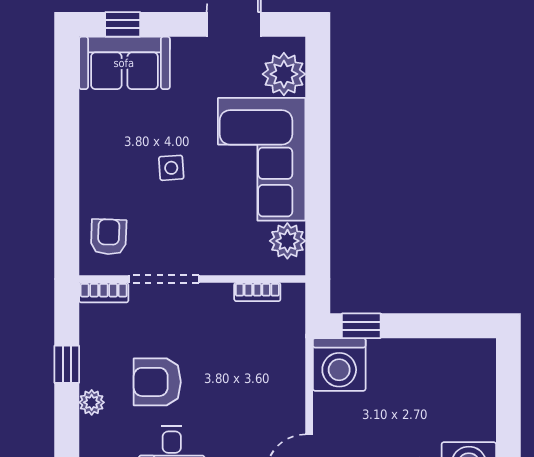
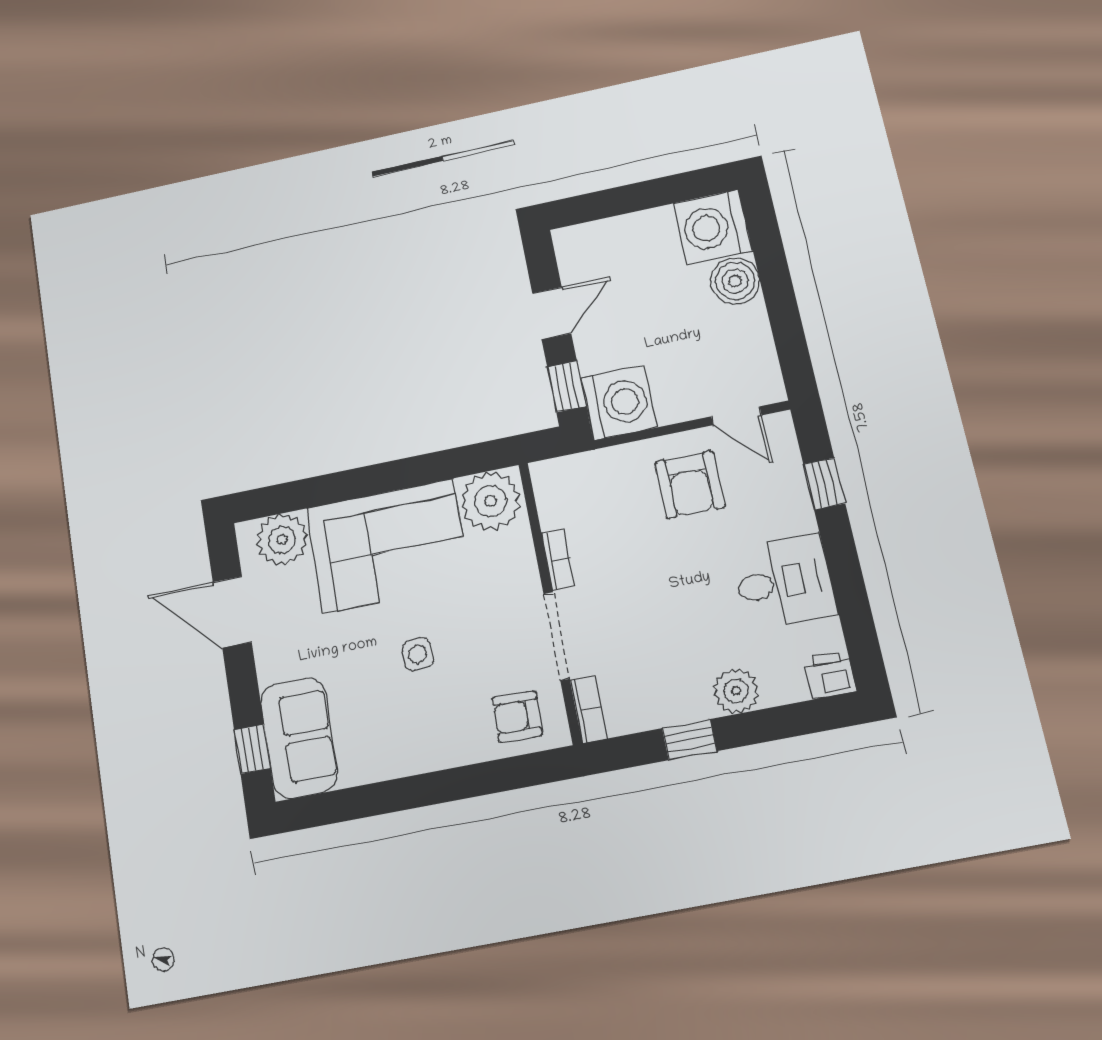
plant: (287, 241) -> (491, 501), width x1.36, depth x1.36
bookcase: (257, 292) -> (558, 560), moved
door: (425, 326) -> (552, 313), added
armchair: (157, 382) -> (690, 485), moved
plant: (92, 402) -> (736, 691), width x1.38, depth x1.38

